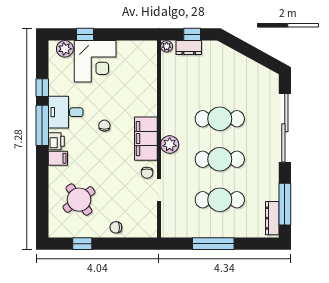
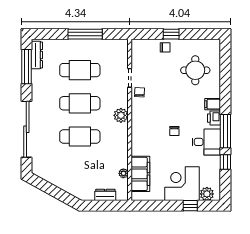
window: (192, 34) -> (103, 206), removed
plant: (167, 46) -> (123, 173), moved
filing cabinet: (146, 139) -> (140, 174), moved
round table: (79, 200) -> (195, 70), turned 36
window: (82, 244) -> (171, 34), moved

